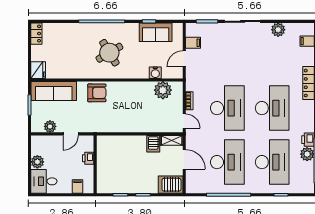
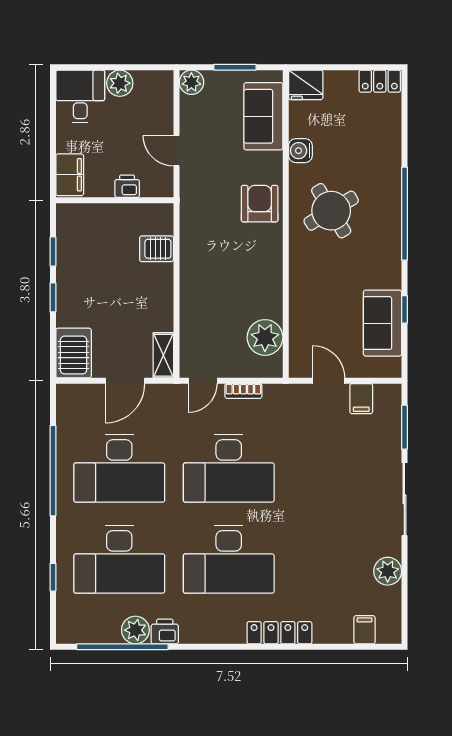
round table: (109, 53) -> (331, 211), moved
water cooler: (155, 73) -> (300, 151), moved
sofa: (54, 91) -> (263, 116), width x0.73
armchair: (97, 93) -> (260, 204), turned 180
plant: (50, 126) -> (191, 82), moved
server rack: (153, 144) -> (157, 249), moved
filing cabinet: (77, 187) -> (70, 175), width x2.00

